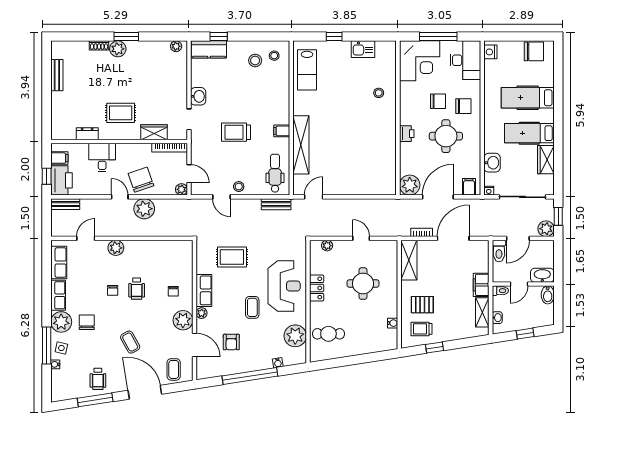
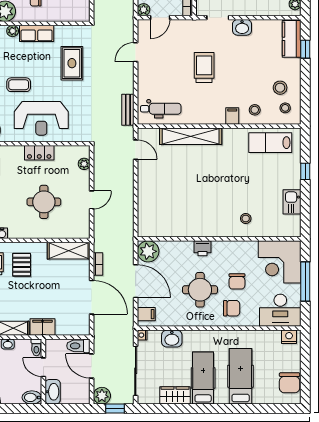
chair: (463, 106) -> (232, 308), turned -90
filing cabinet: (282, 131) -> (232, 116), moved
stool: (239, 187) -> (255, 110), moved

